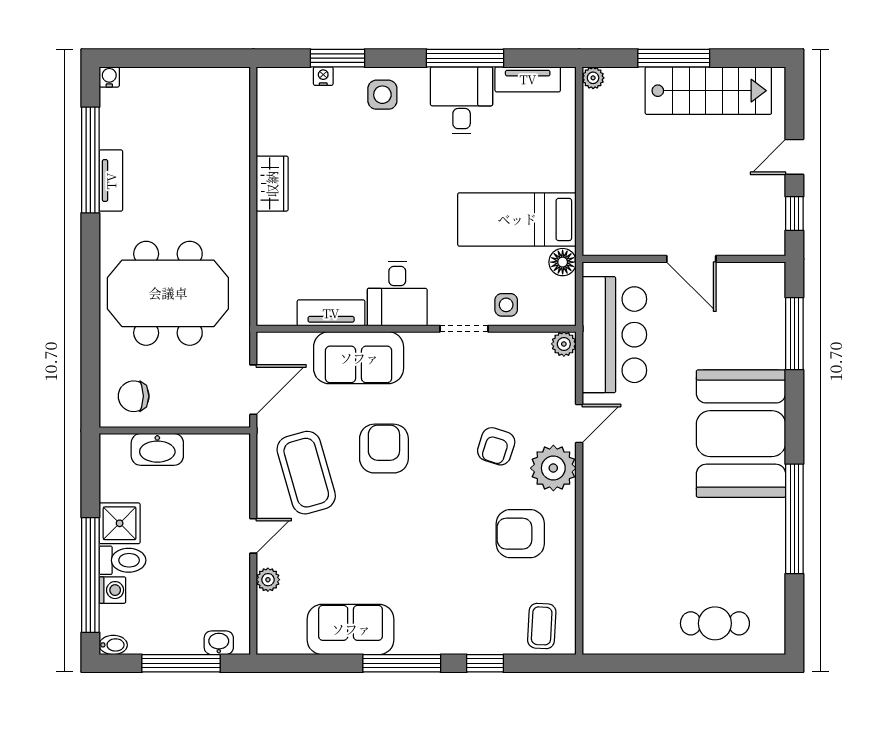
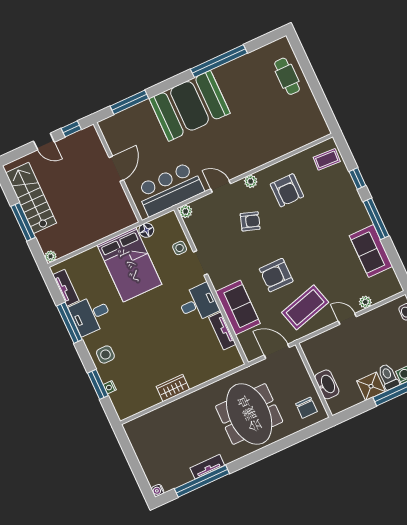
bed: (517, 219) -> (129, 265), width x1.50
plant: (553, 468) -> (251, 181), width x0.53, depth x0.53

